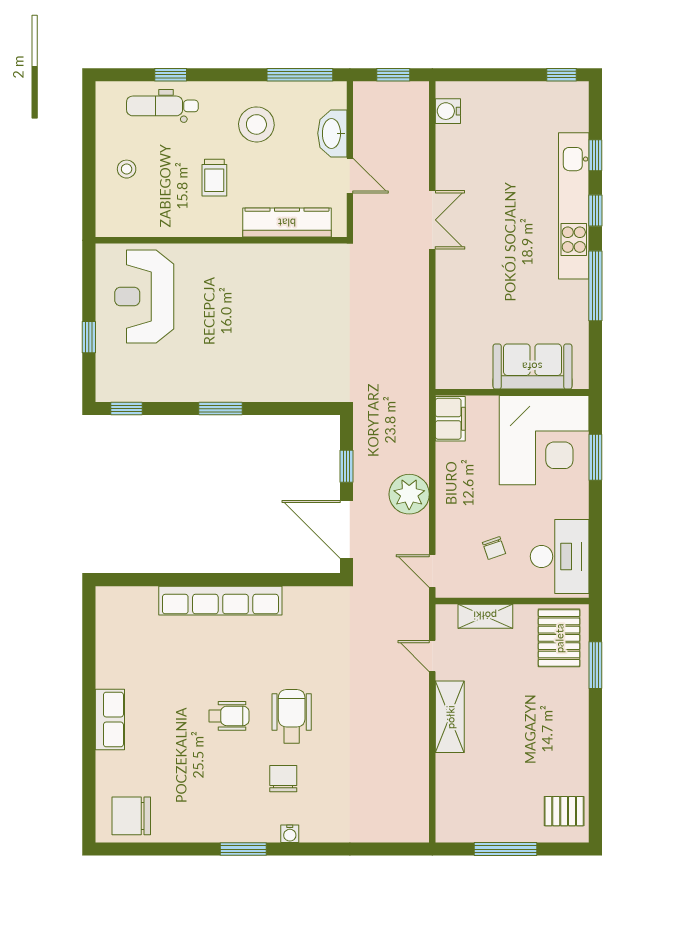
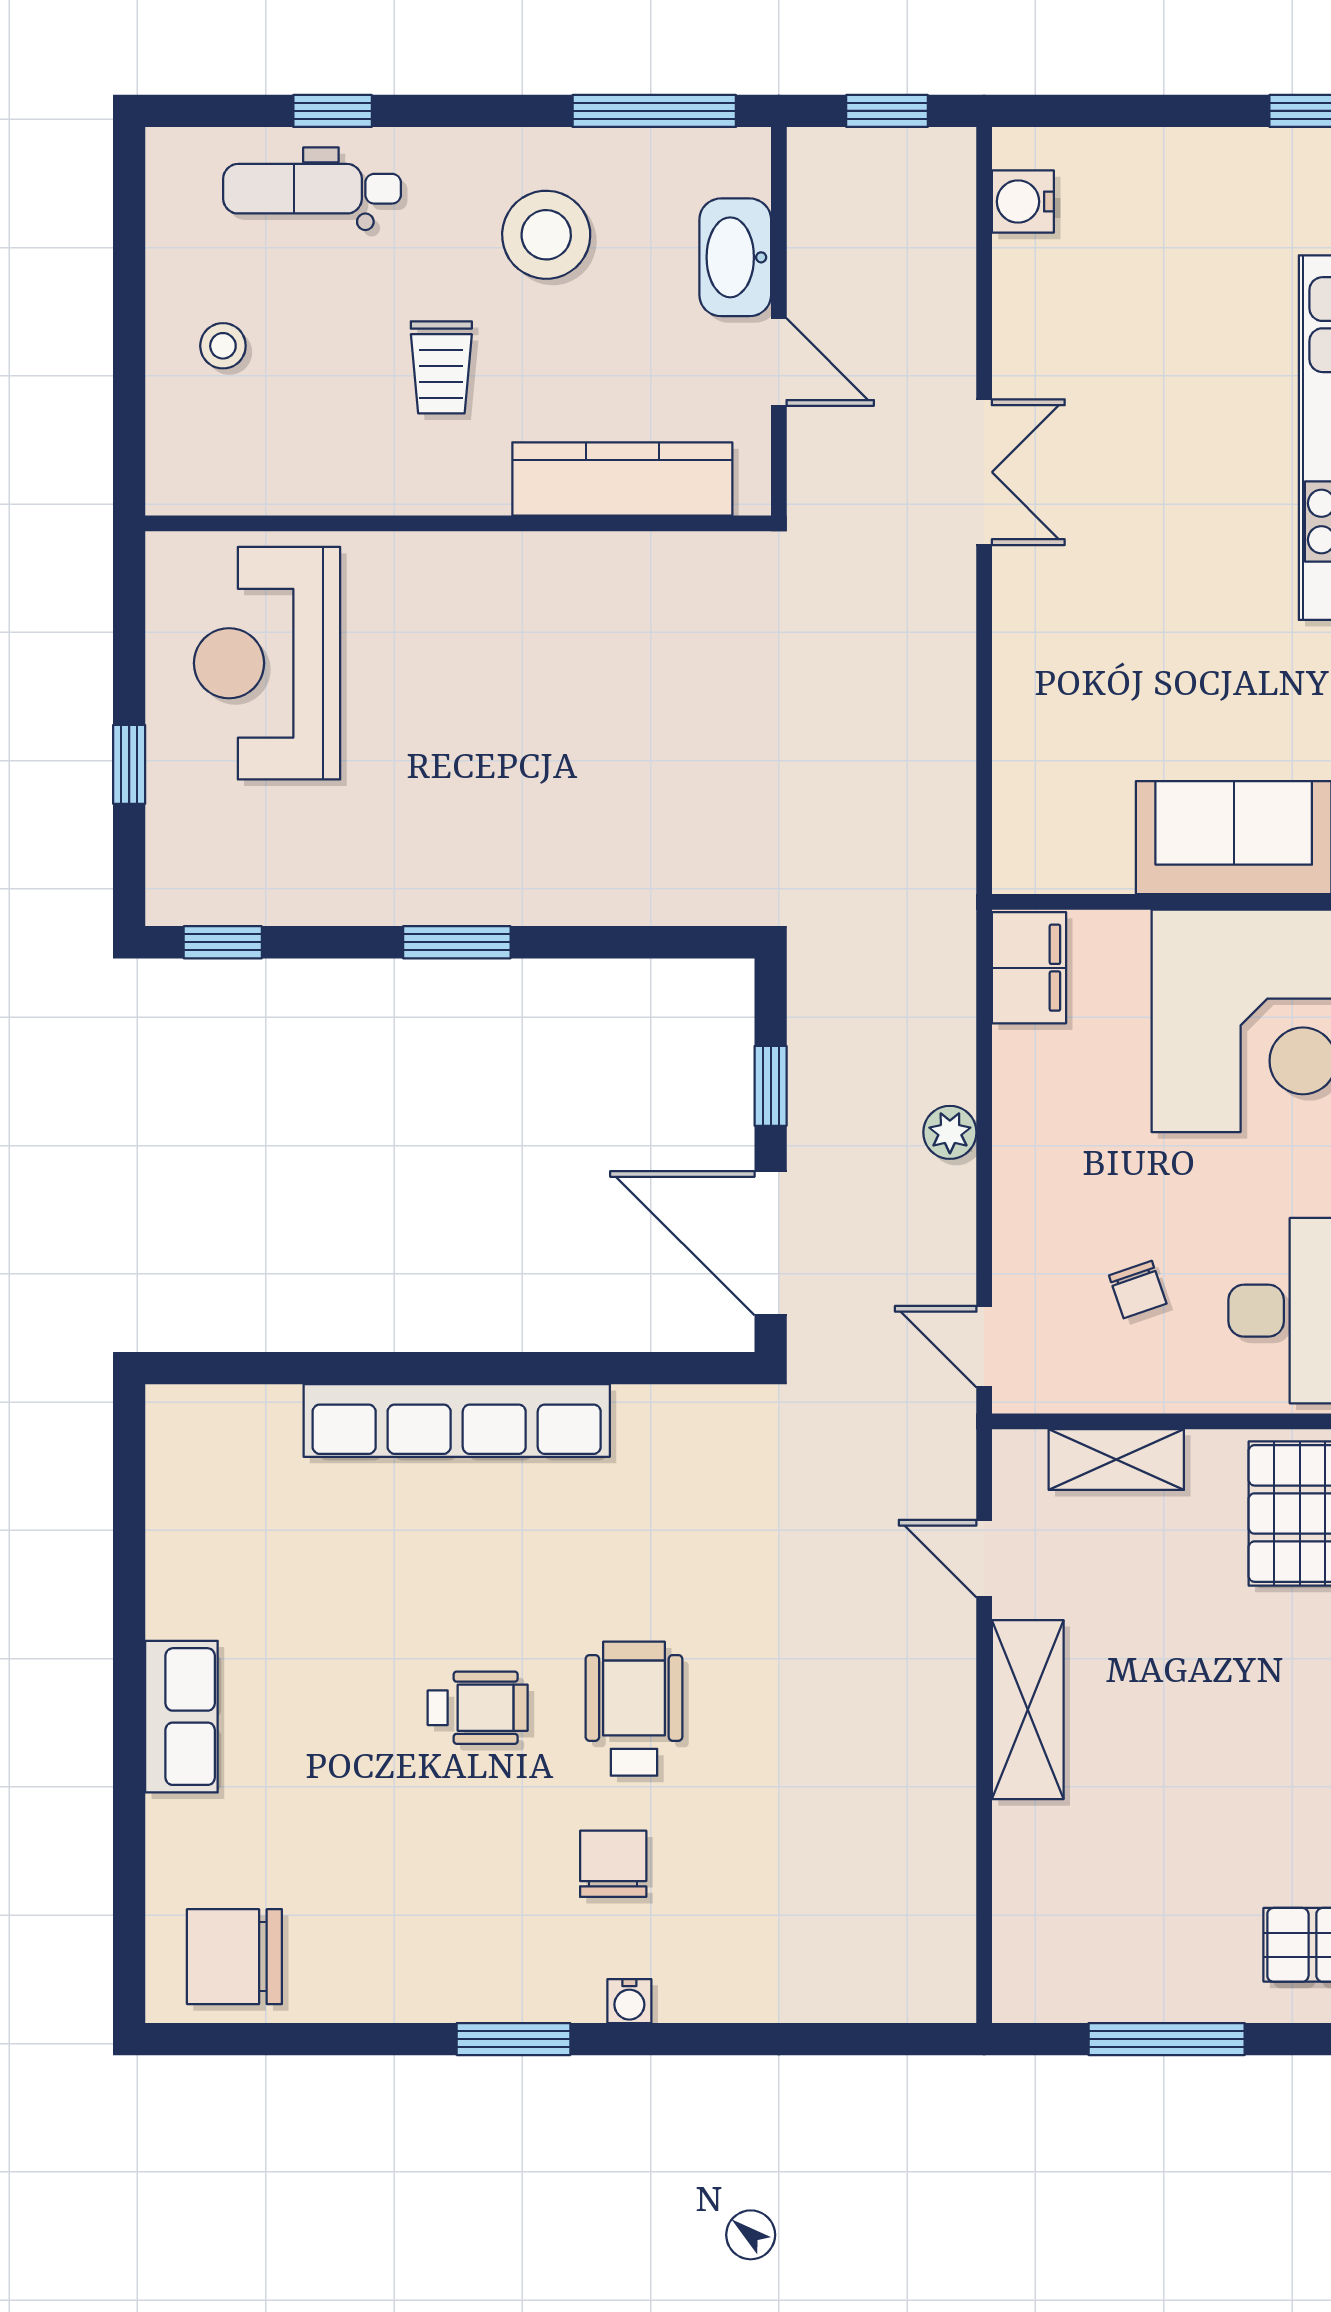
plant: (409, 494) -> (950, 1132), width x0.53, depth x0.53

